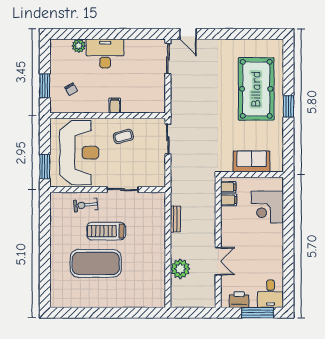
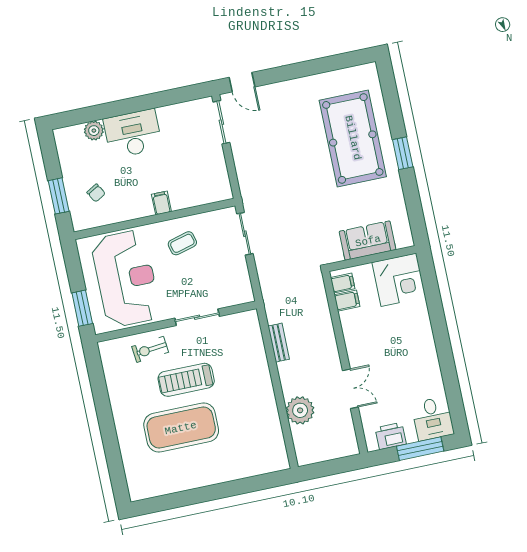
corner desk: (267, 207) -> (399, 280), moved, turned -90

